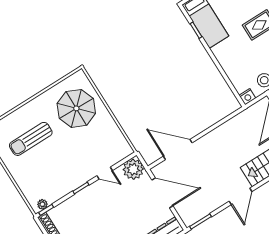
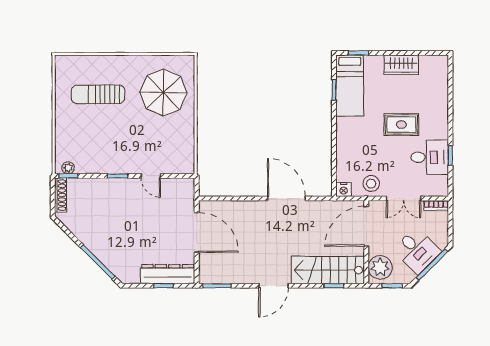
door: (178, 149) -> (286, 198), moved
plant: (133, 169) -> (182, 190), removed

